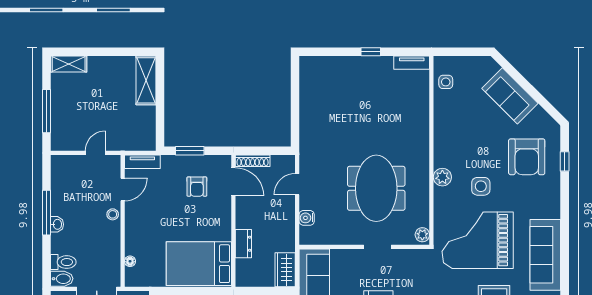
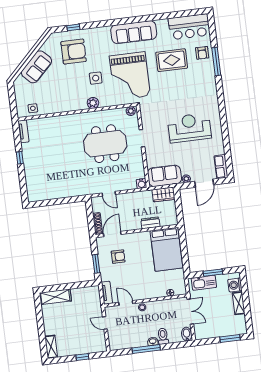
window: (46, 111) -> (82, 357), width x0.46
water cooler: (307, 218) -> (141, 184), moved
toilet: (63, 262) -> (163, 336), moved

